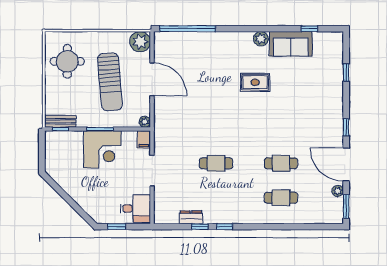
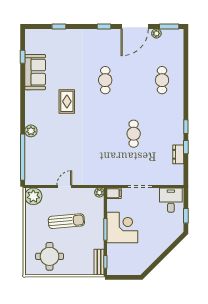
plant: (261, 39) -> (31, 131), moved
door: (152, 79) -> (64, 186), width x0.53
sun lounger: (110, 82) -> (66, 221), width x0.73, depth x0.75
cafe table: (281, 163) -> (105, 80), moved

